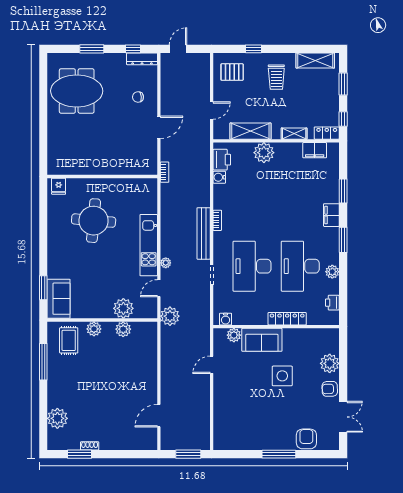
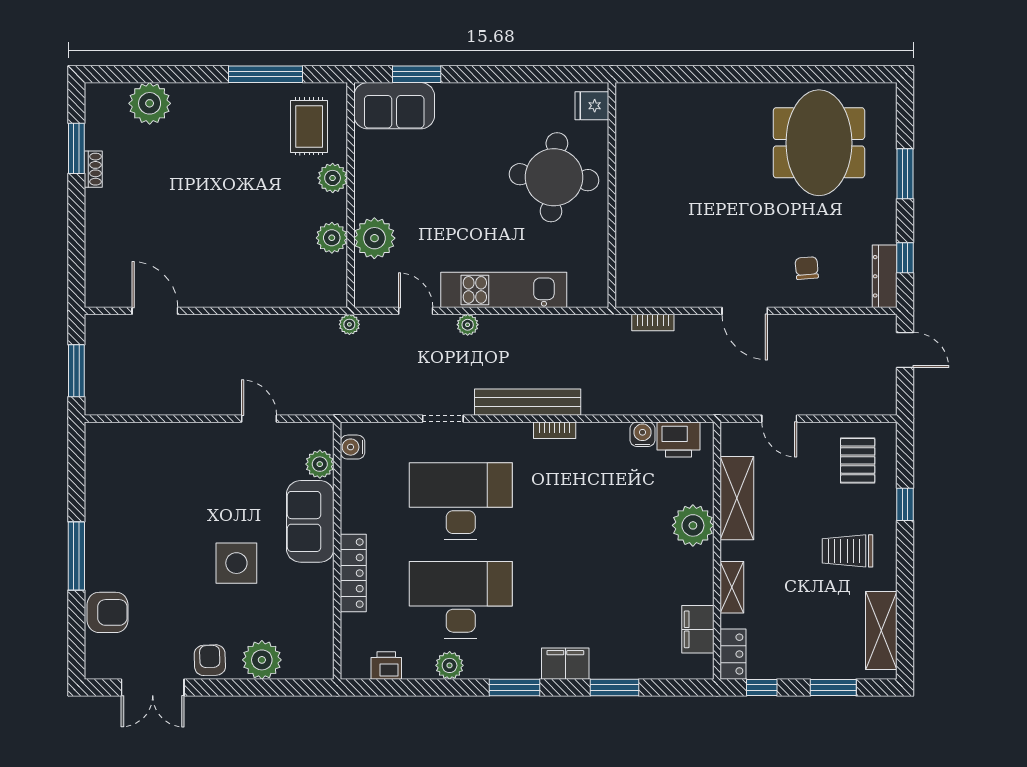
wall: (102, 176) -> (612, 195), moved
fridge: (59, 186) -> (592, 106), moved
plant: (170, 316) -> (349, 324), width x0.53, depth x0.53
rug: (69, 340) -> (309, 126), turned 90

